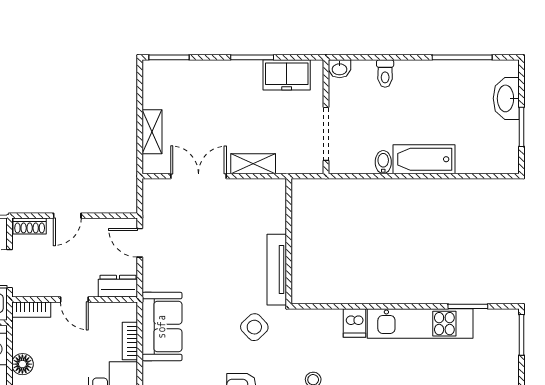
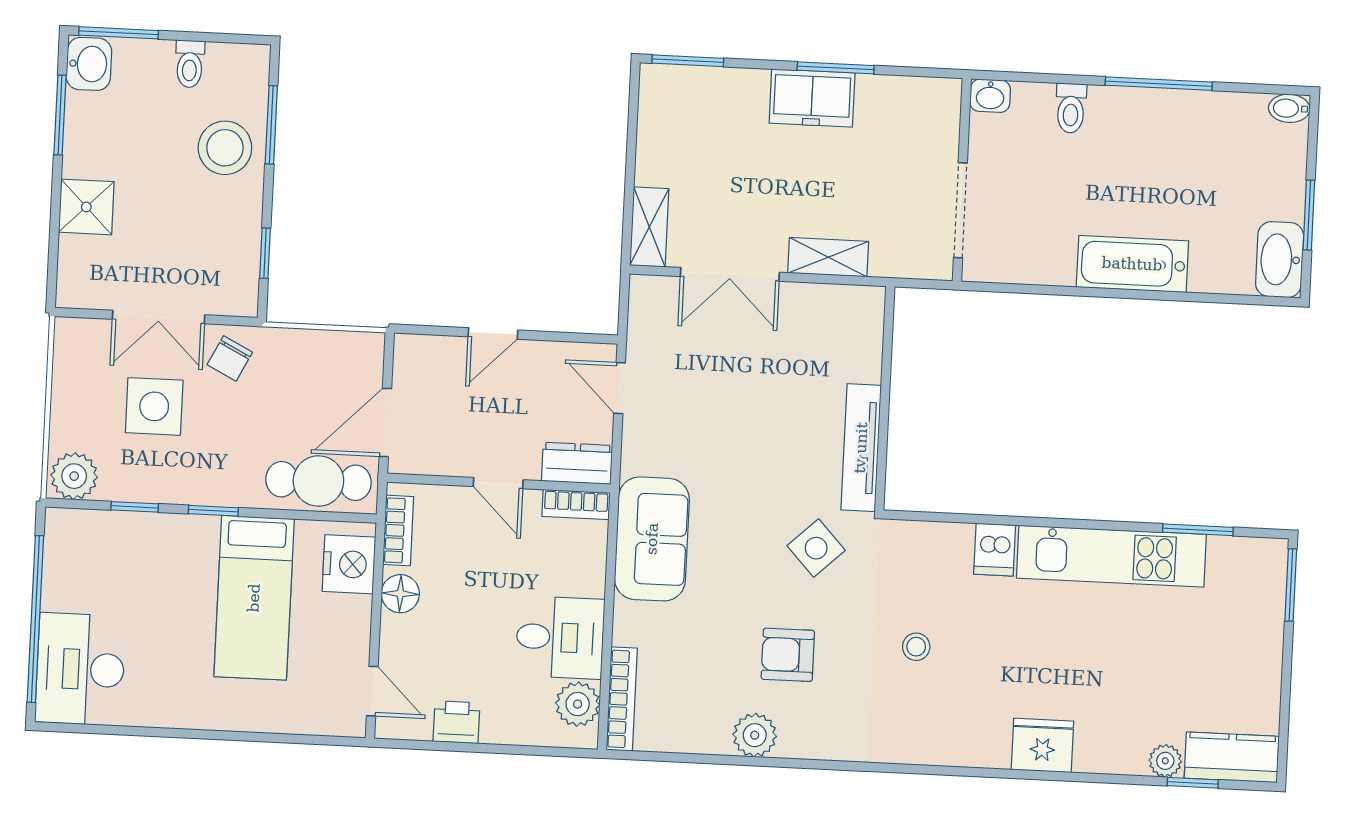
window: (462, 57) -> (1159, 84), moved
freezer: (287, 75) -> (812, 98), moved
washbasin: (506, 98) -> (1280, 260), moved
shelving: (152, 132) -> (649, 227), moved
bidet: (383, 162) -> (1289, 108), moved, turned -90
double door: (199, 176) -> (730, 274), swing flipped
shoe rack: (30, 226) -> (425, 349), removed
bookcase: (31, 310) -> (398, 531), moved, turned -90
bookcase: (130, 341) -> (576, 505), moved, turned -90

